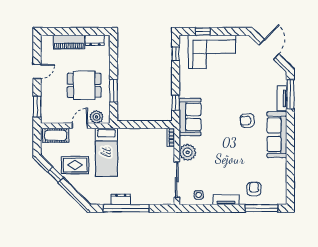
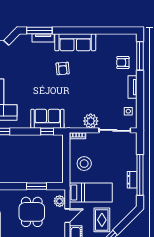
sofa: (190, 117) -> (47, 119), moved
door: (80, 126) -> (67, 216), swing flipped
stool: (139, 145) -> (84, 164), added

